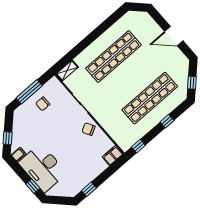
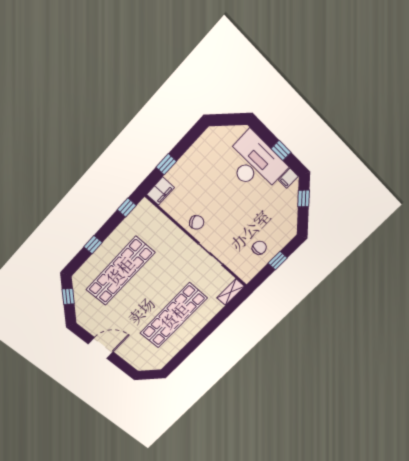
window: (29, 92) -> (278, 261), width x0.46
window: (33, 186) -> (281, 150), moved
window: (89, 189) -> (166, 164), moved

